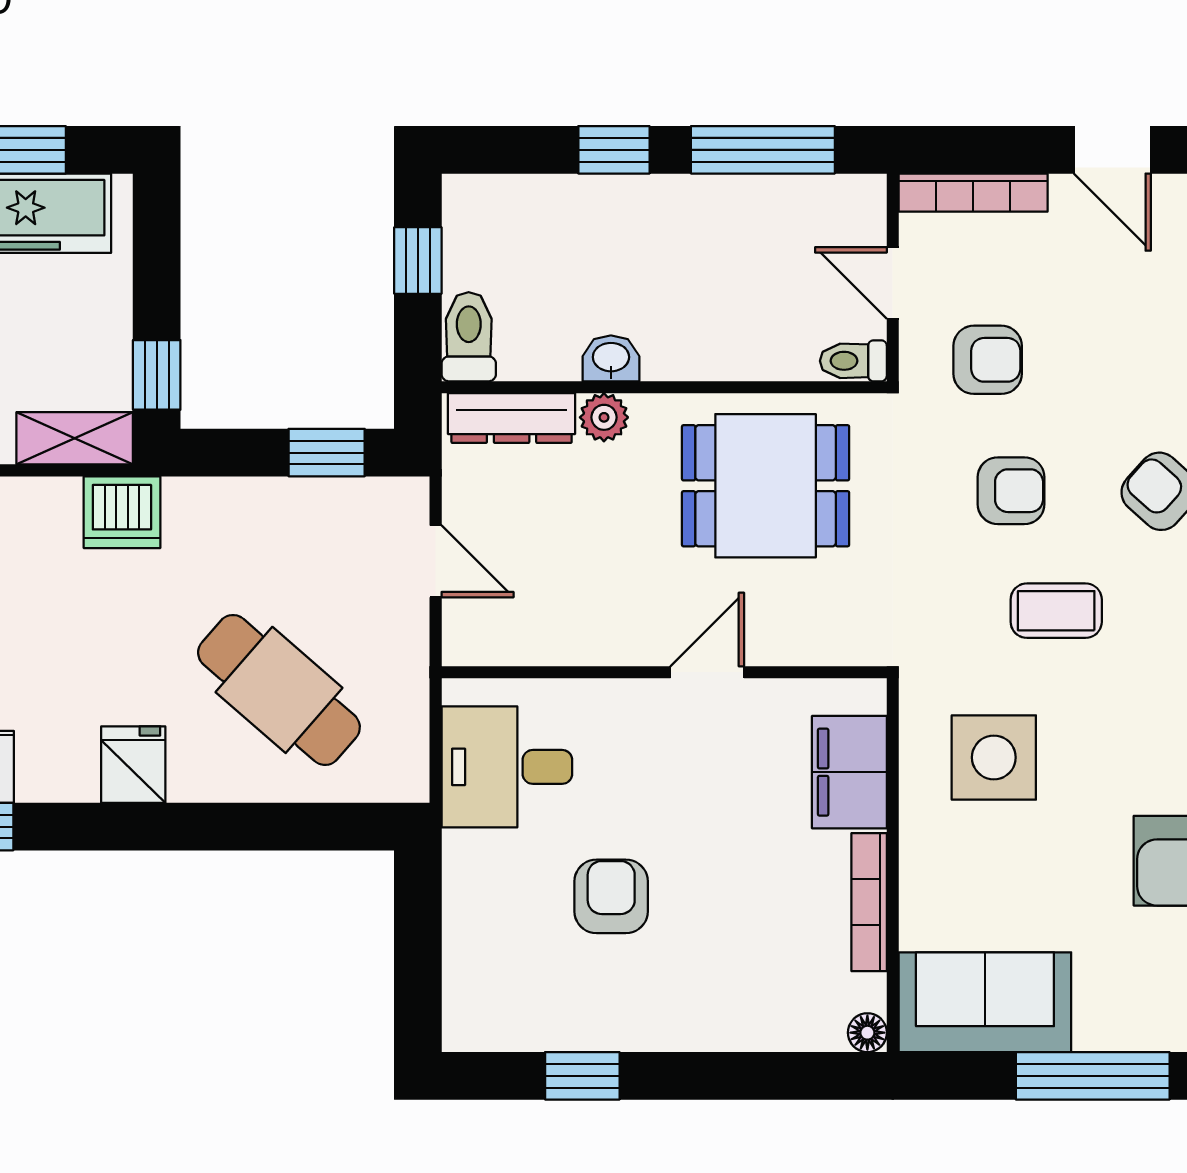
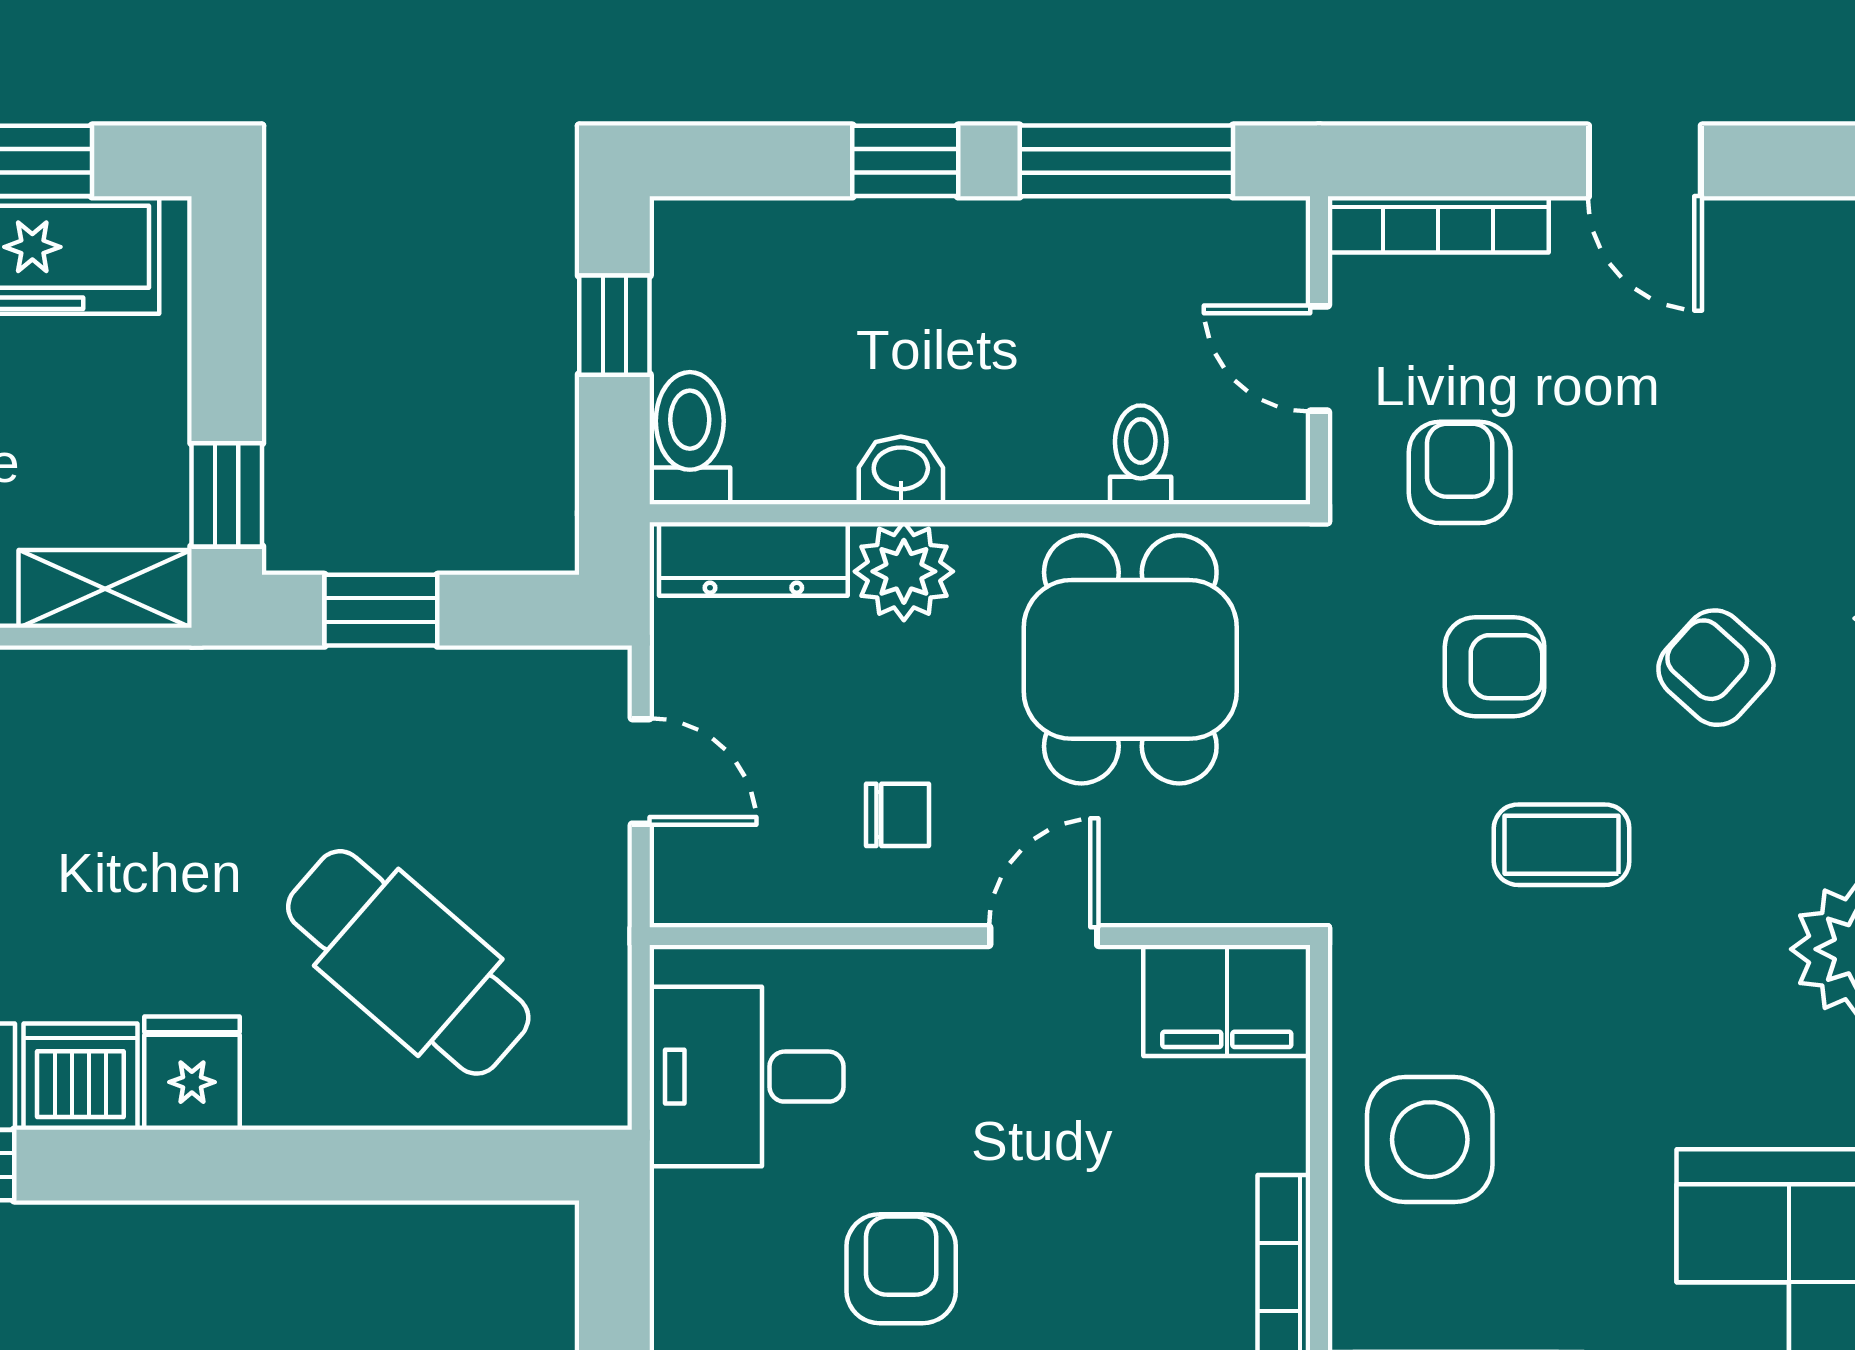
armchair: (988, 360) -> (1460, 472), turned -90
toilet: (853, 361) -> (1141, 455), moved, turned 90
plant: (604, 417) -> (904, 571), width x1.38, depth x1.38
window: (327, 453) -> (381, 610), moved
dining table: (766, 486) -> (1130, 659), turned 90
dishwasher: (122, 512) -> (80, 1077), moved, turned 180
chair: (609, 591) -> (898, 815), added
side table: (994, 757) -> (1430, 1140), moved
filing cabinet: (849, 772) -> (1227, 1000), moved, turned -90

